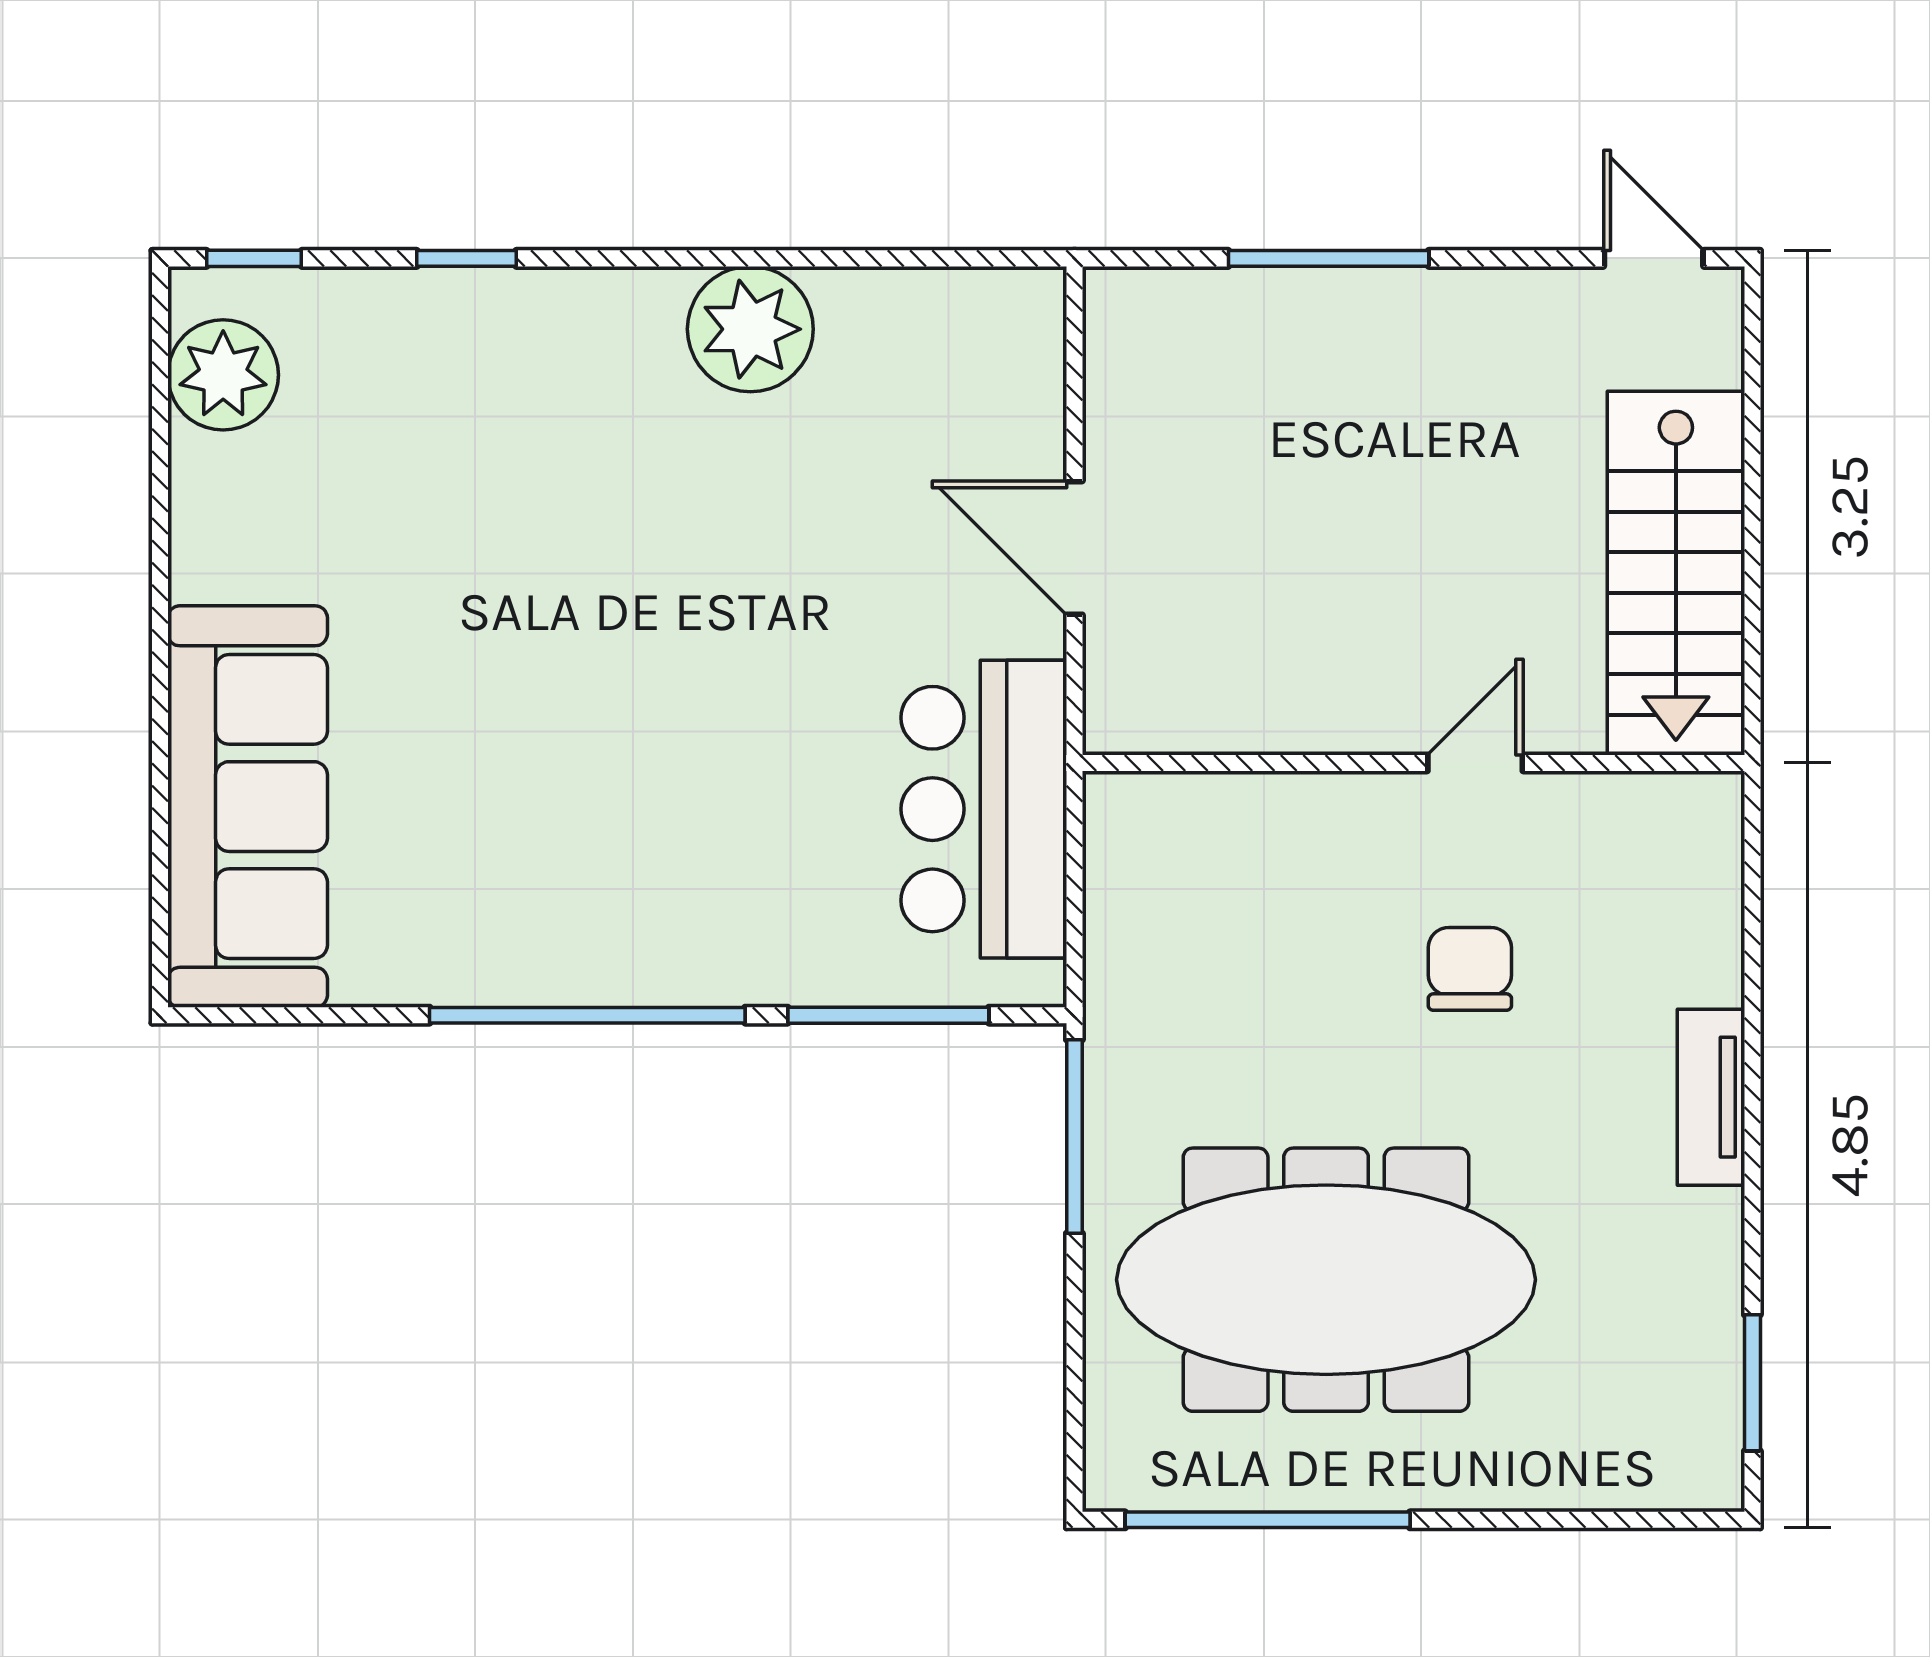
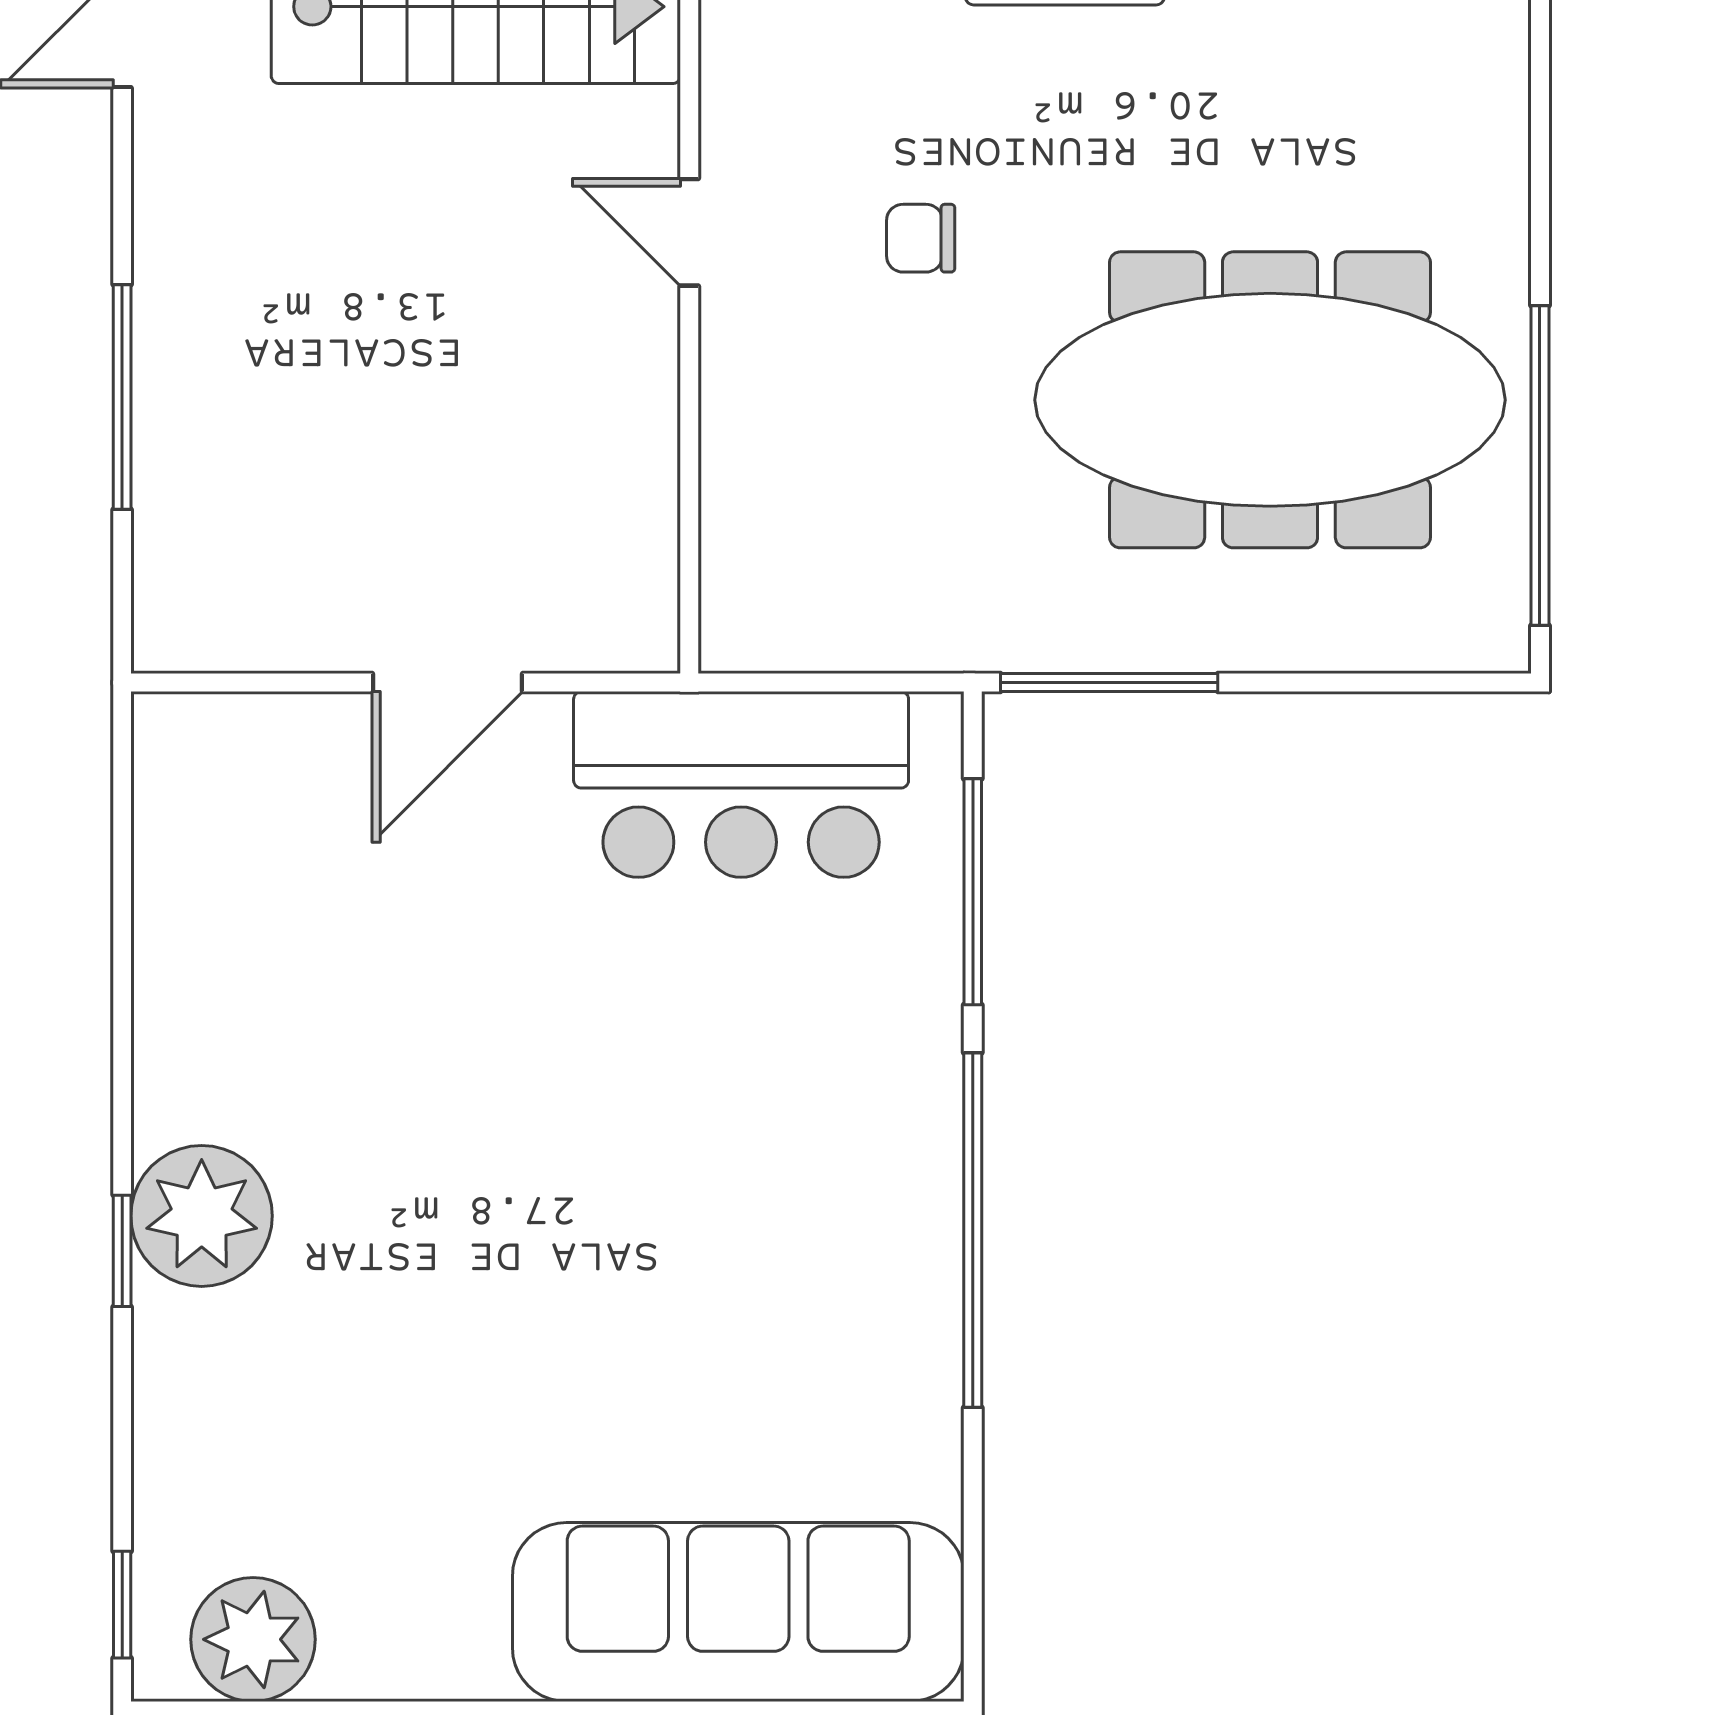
window: (467, 258) -> (122, 1251), moved
plant: (750, 329) -> (202, 1216), moved
chair: (1470, 969) -> (921, 238), width x0.73, depth x0.73
meeting table: (1326, 1280) -> (1270, 400), turned 90

